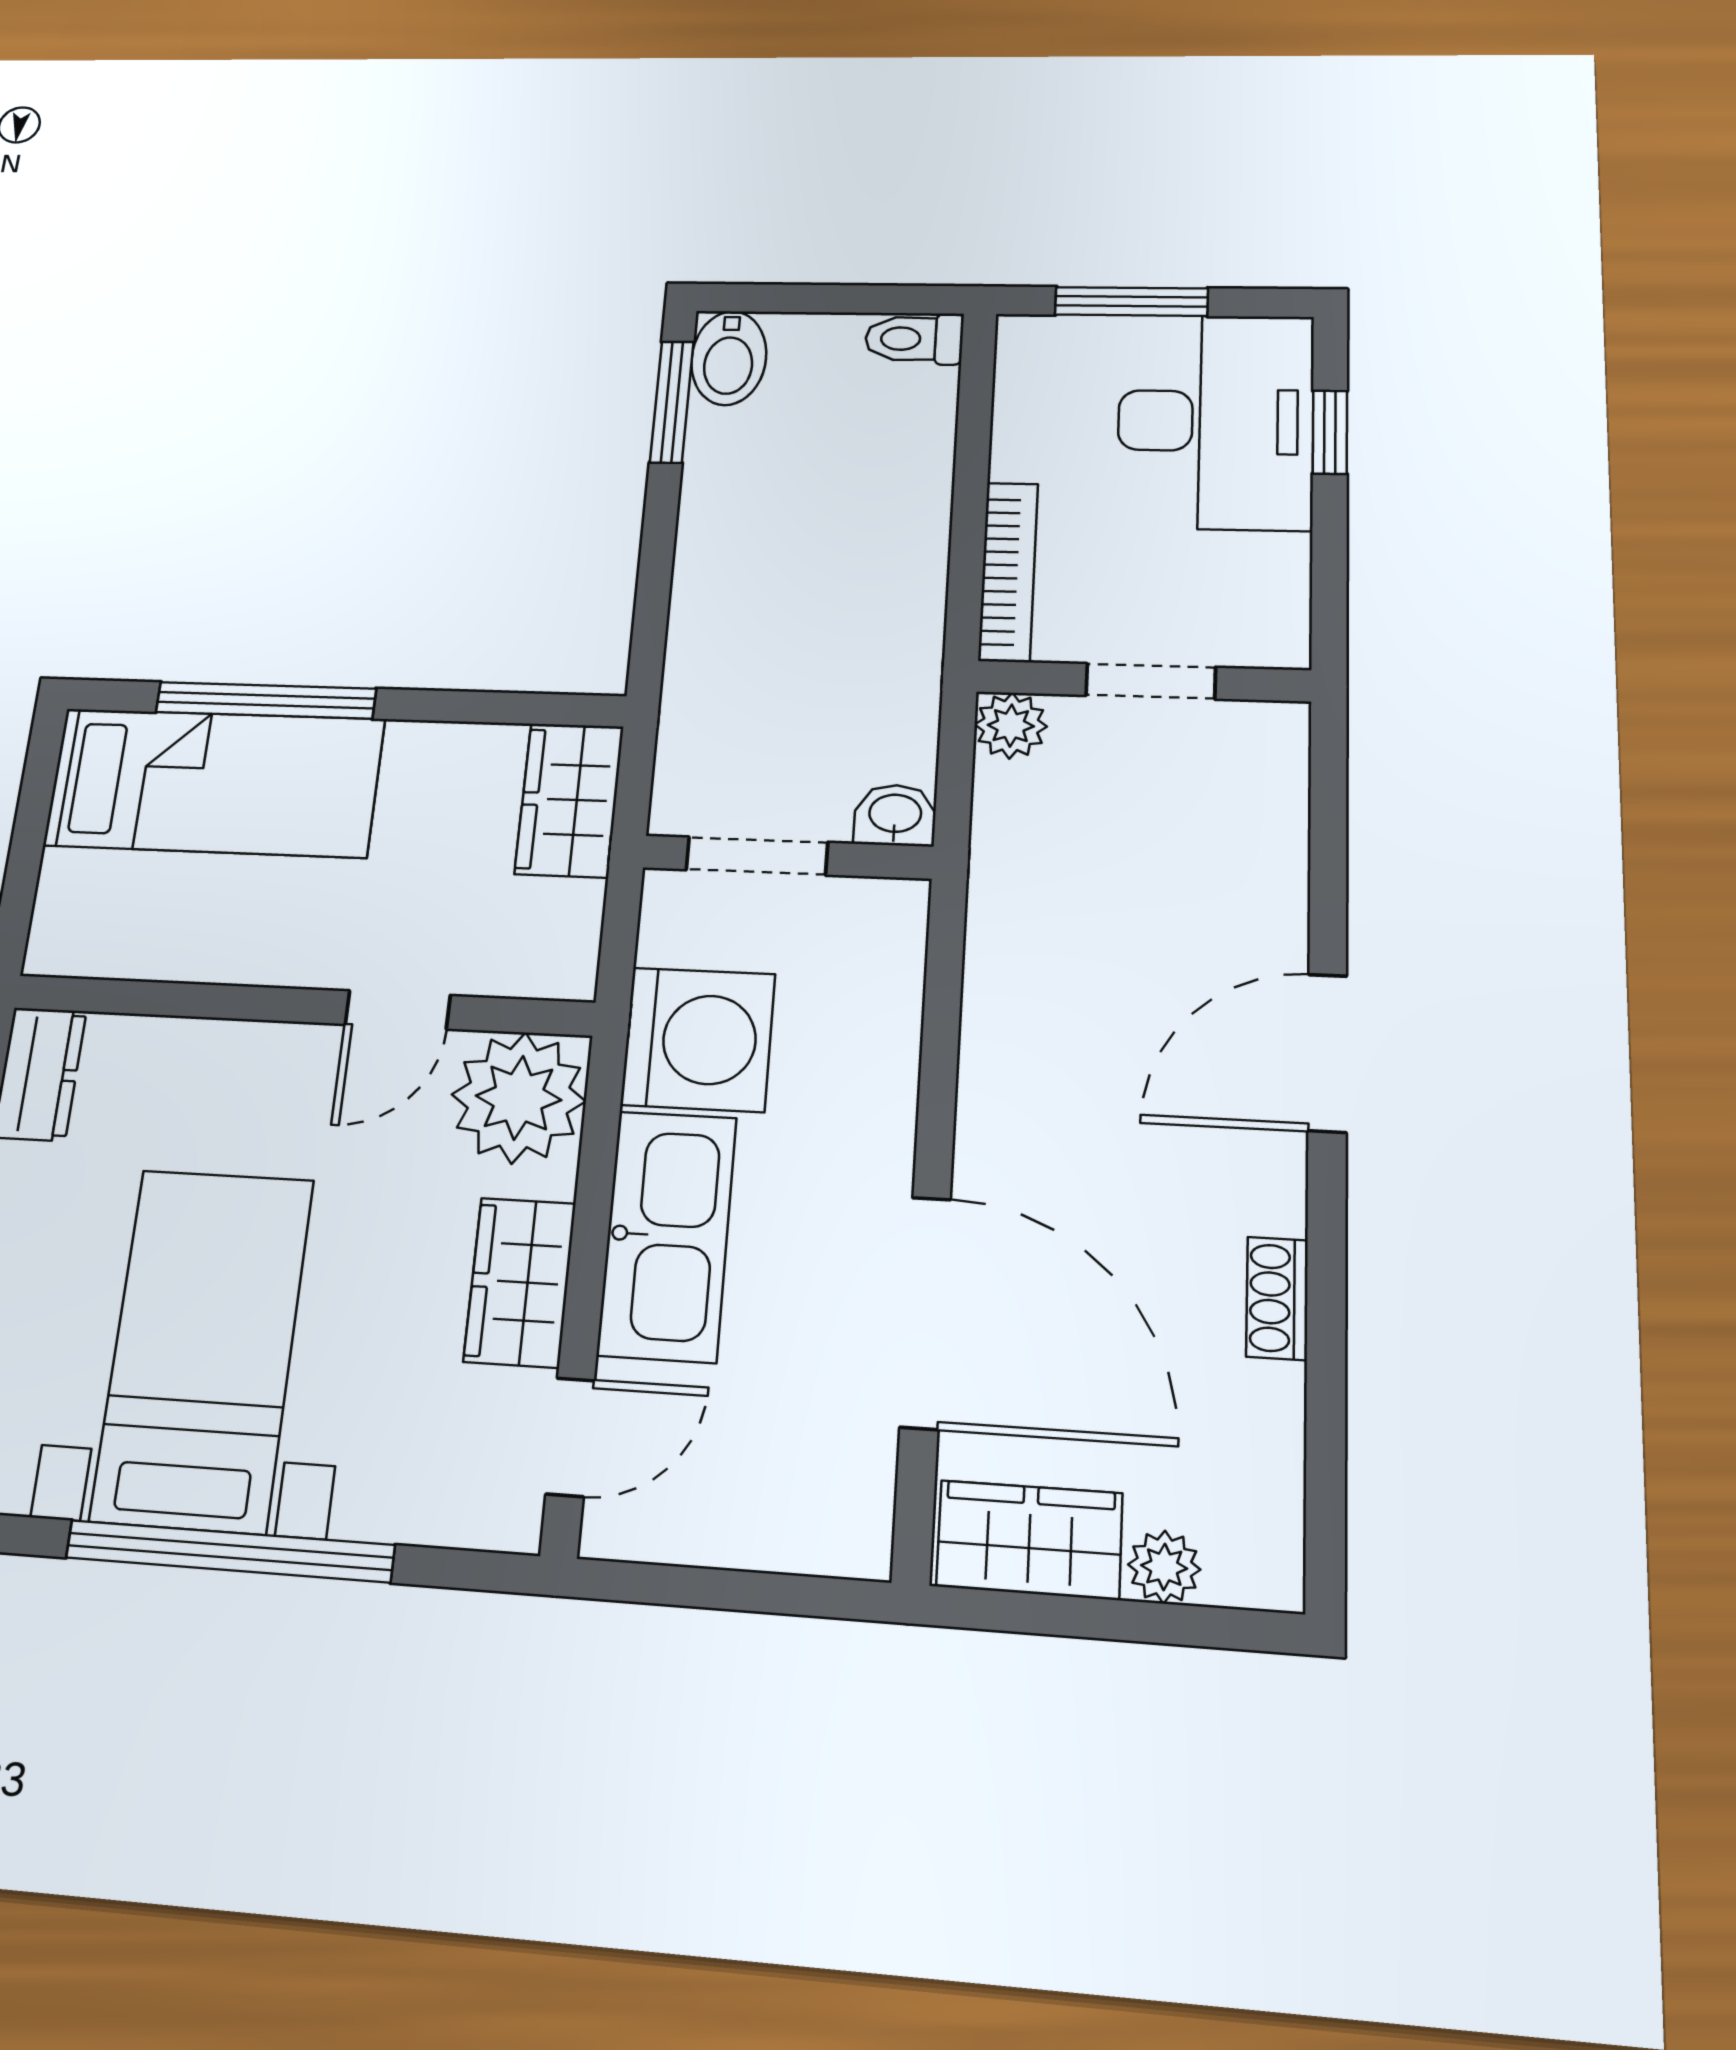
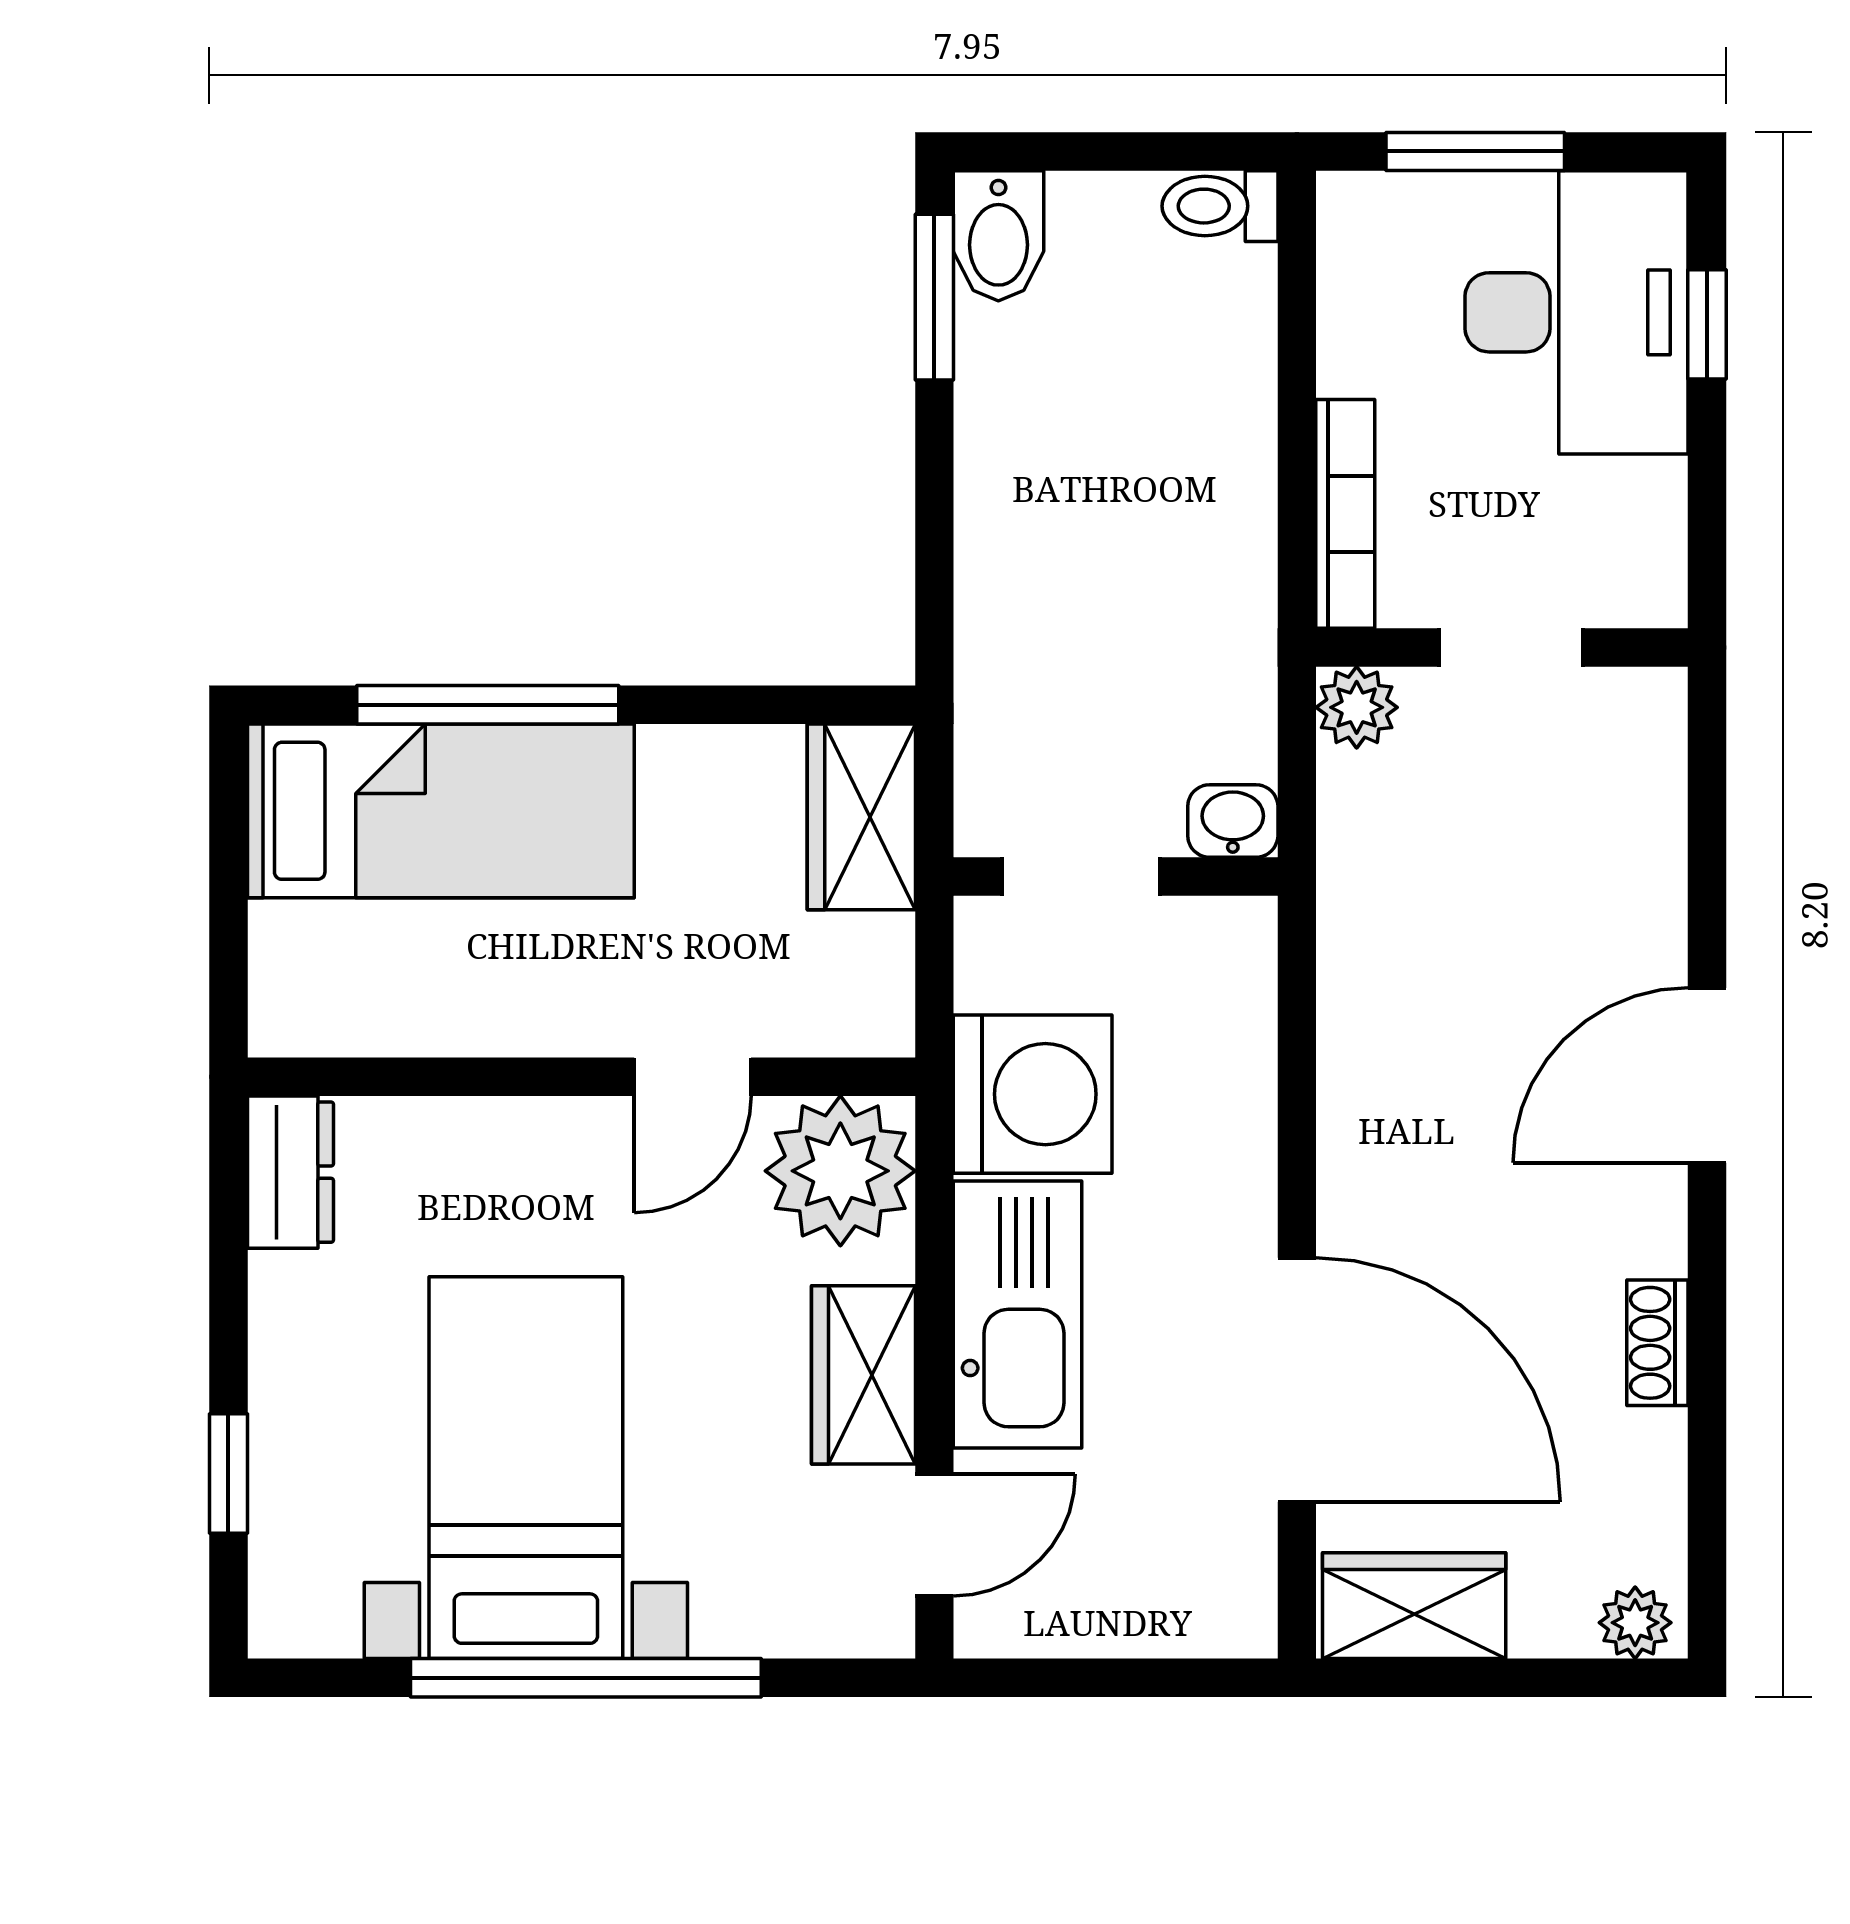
plant: (1164, 1567) -> (1635, 1623), moved

